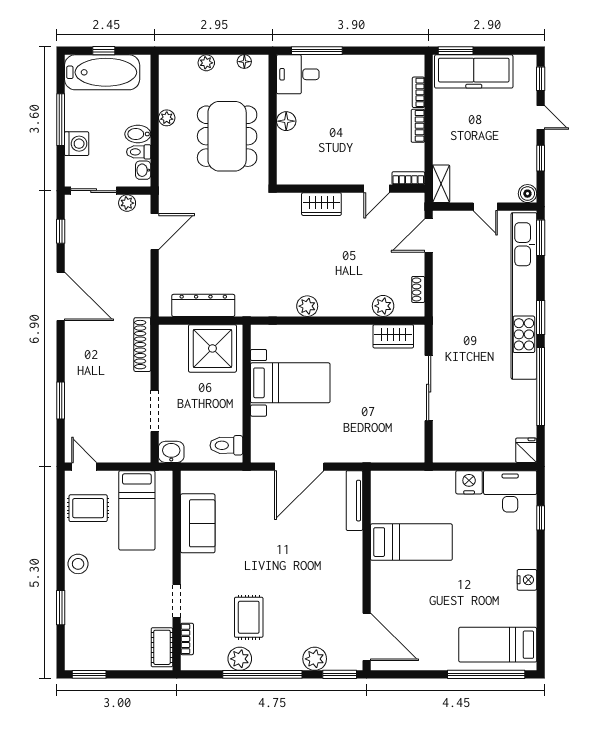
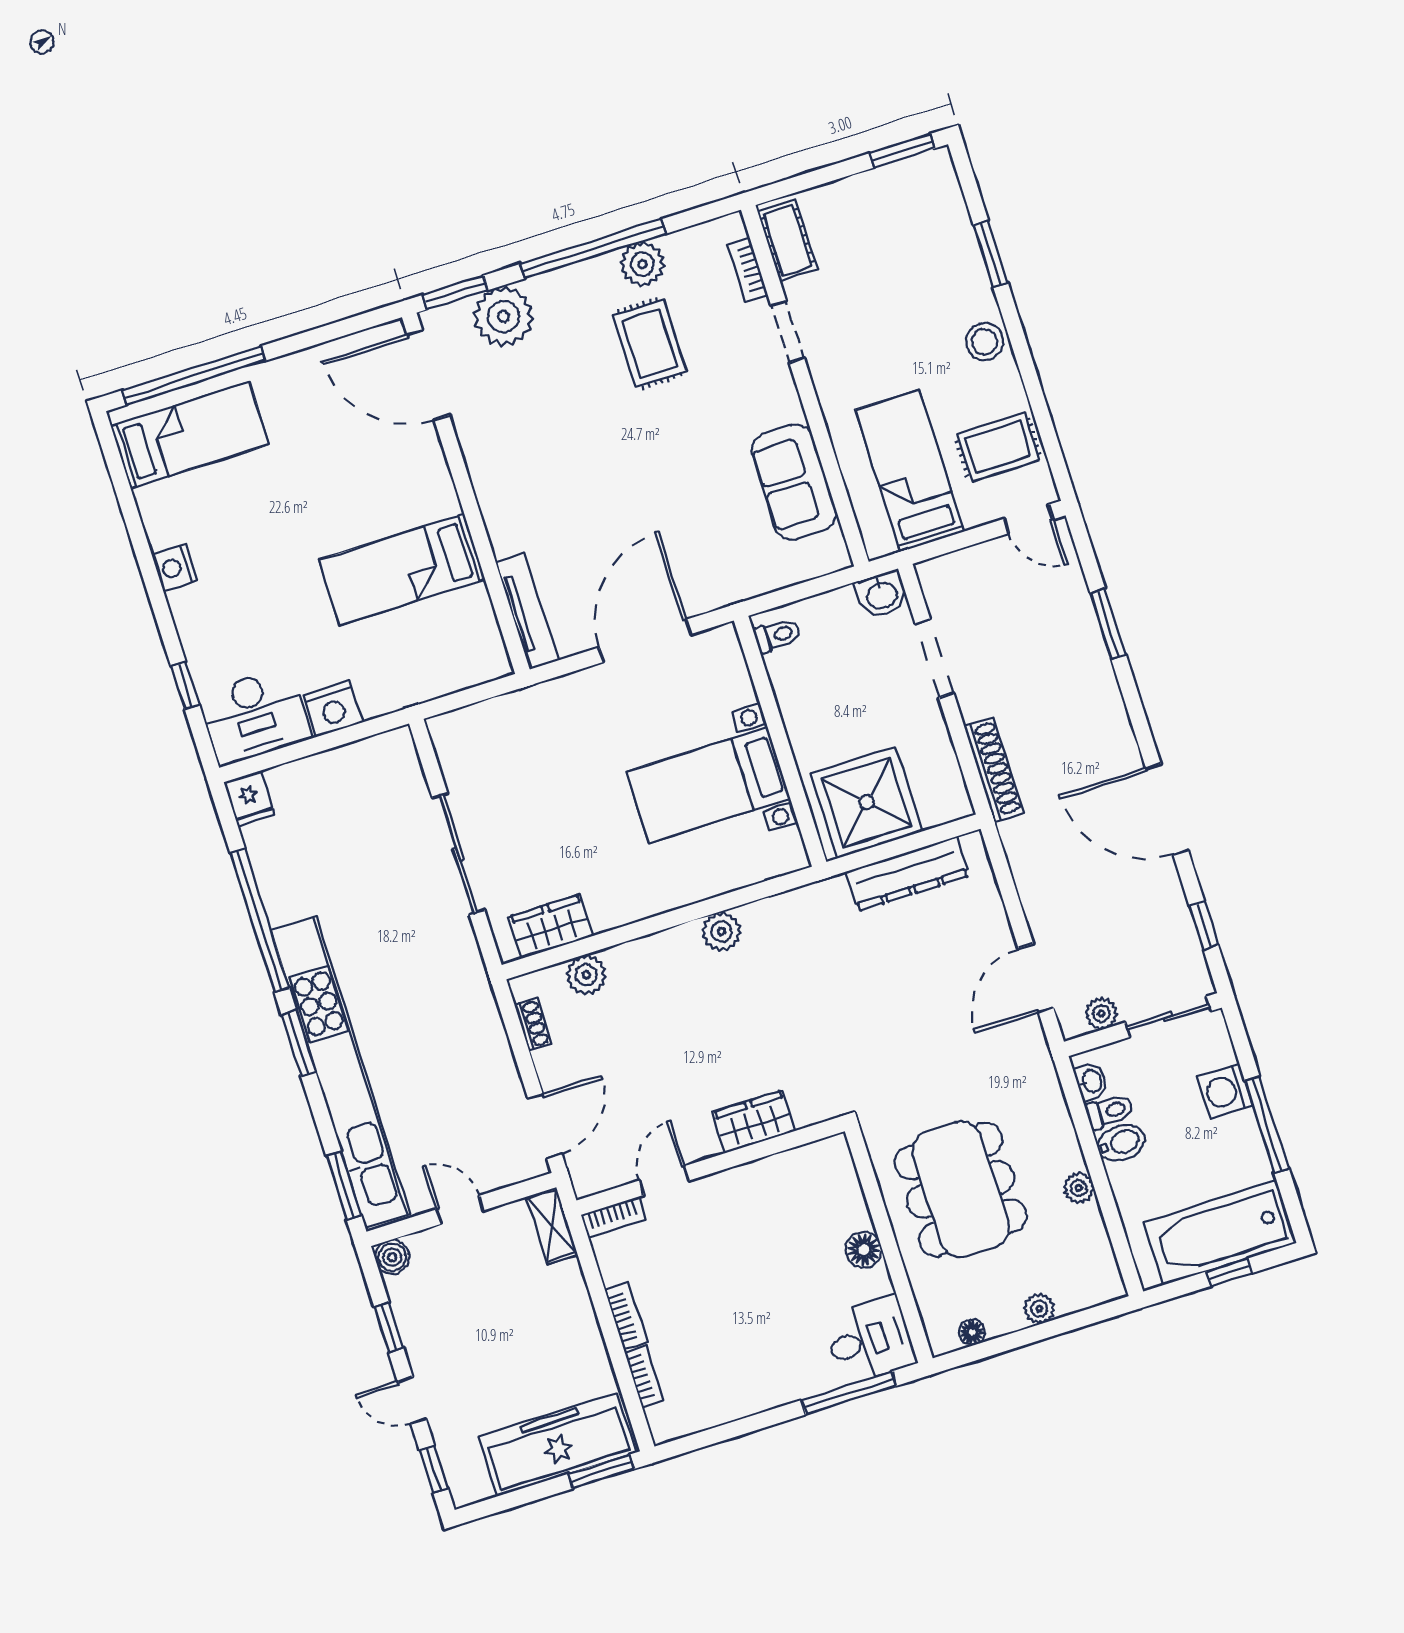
toilet: (226, 445) -> (777, 635), width x0.73, depth x0.72
plant: (315, 659) -> (503, 316), width x1.36, depth x1.36

